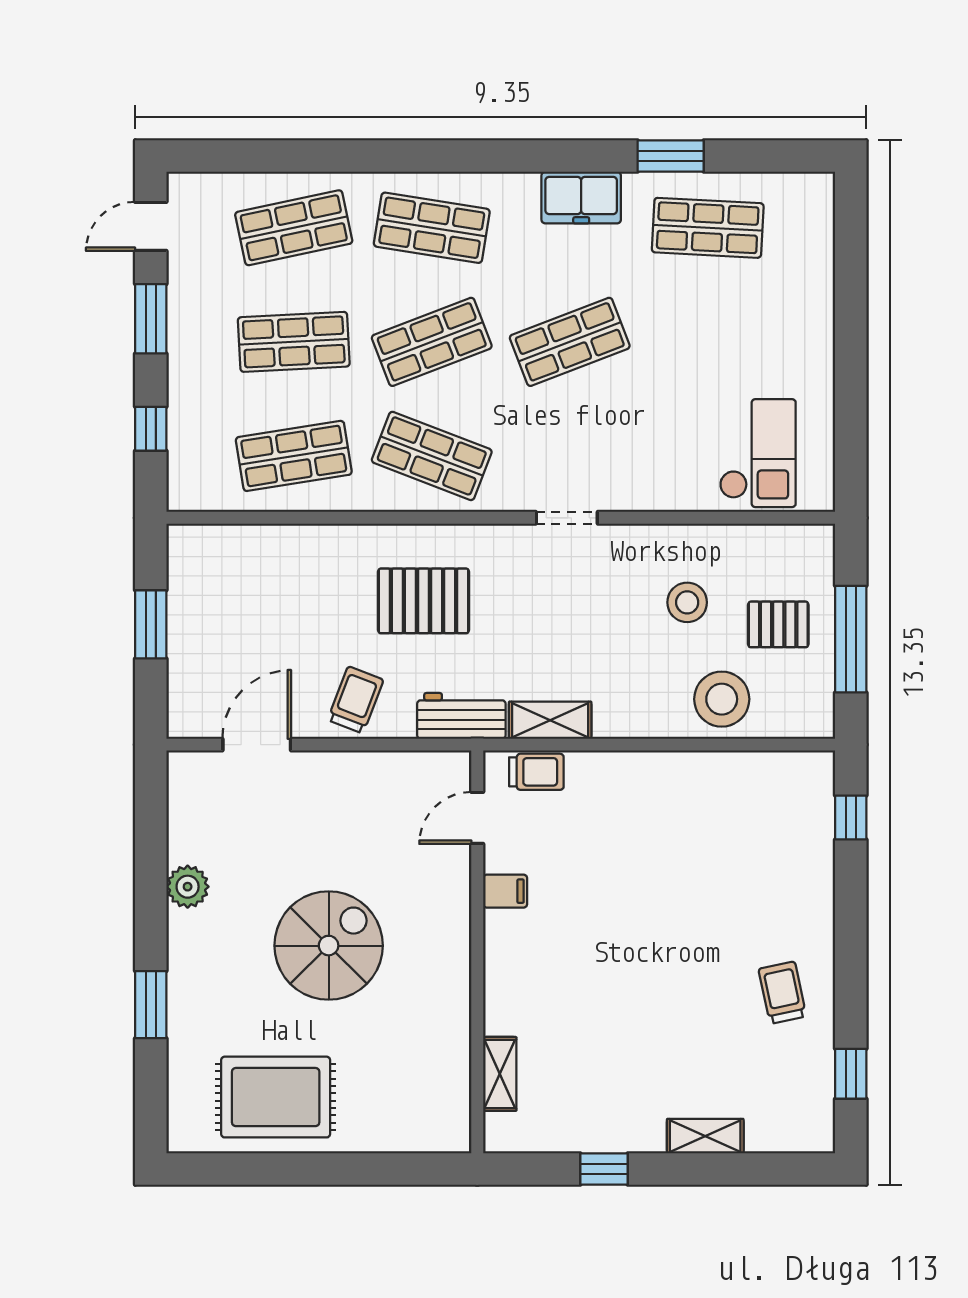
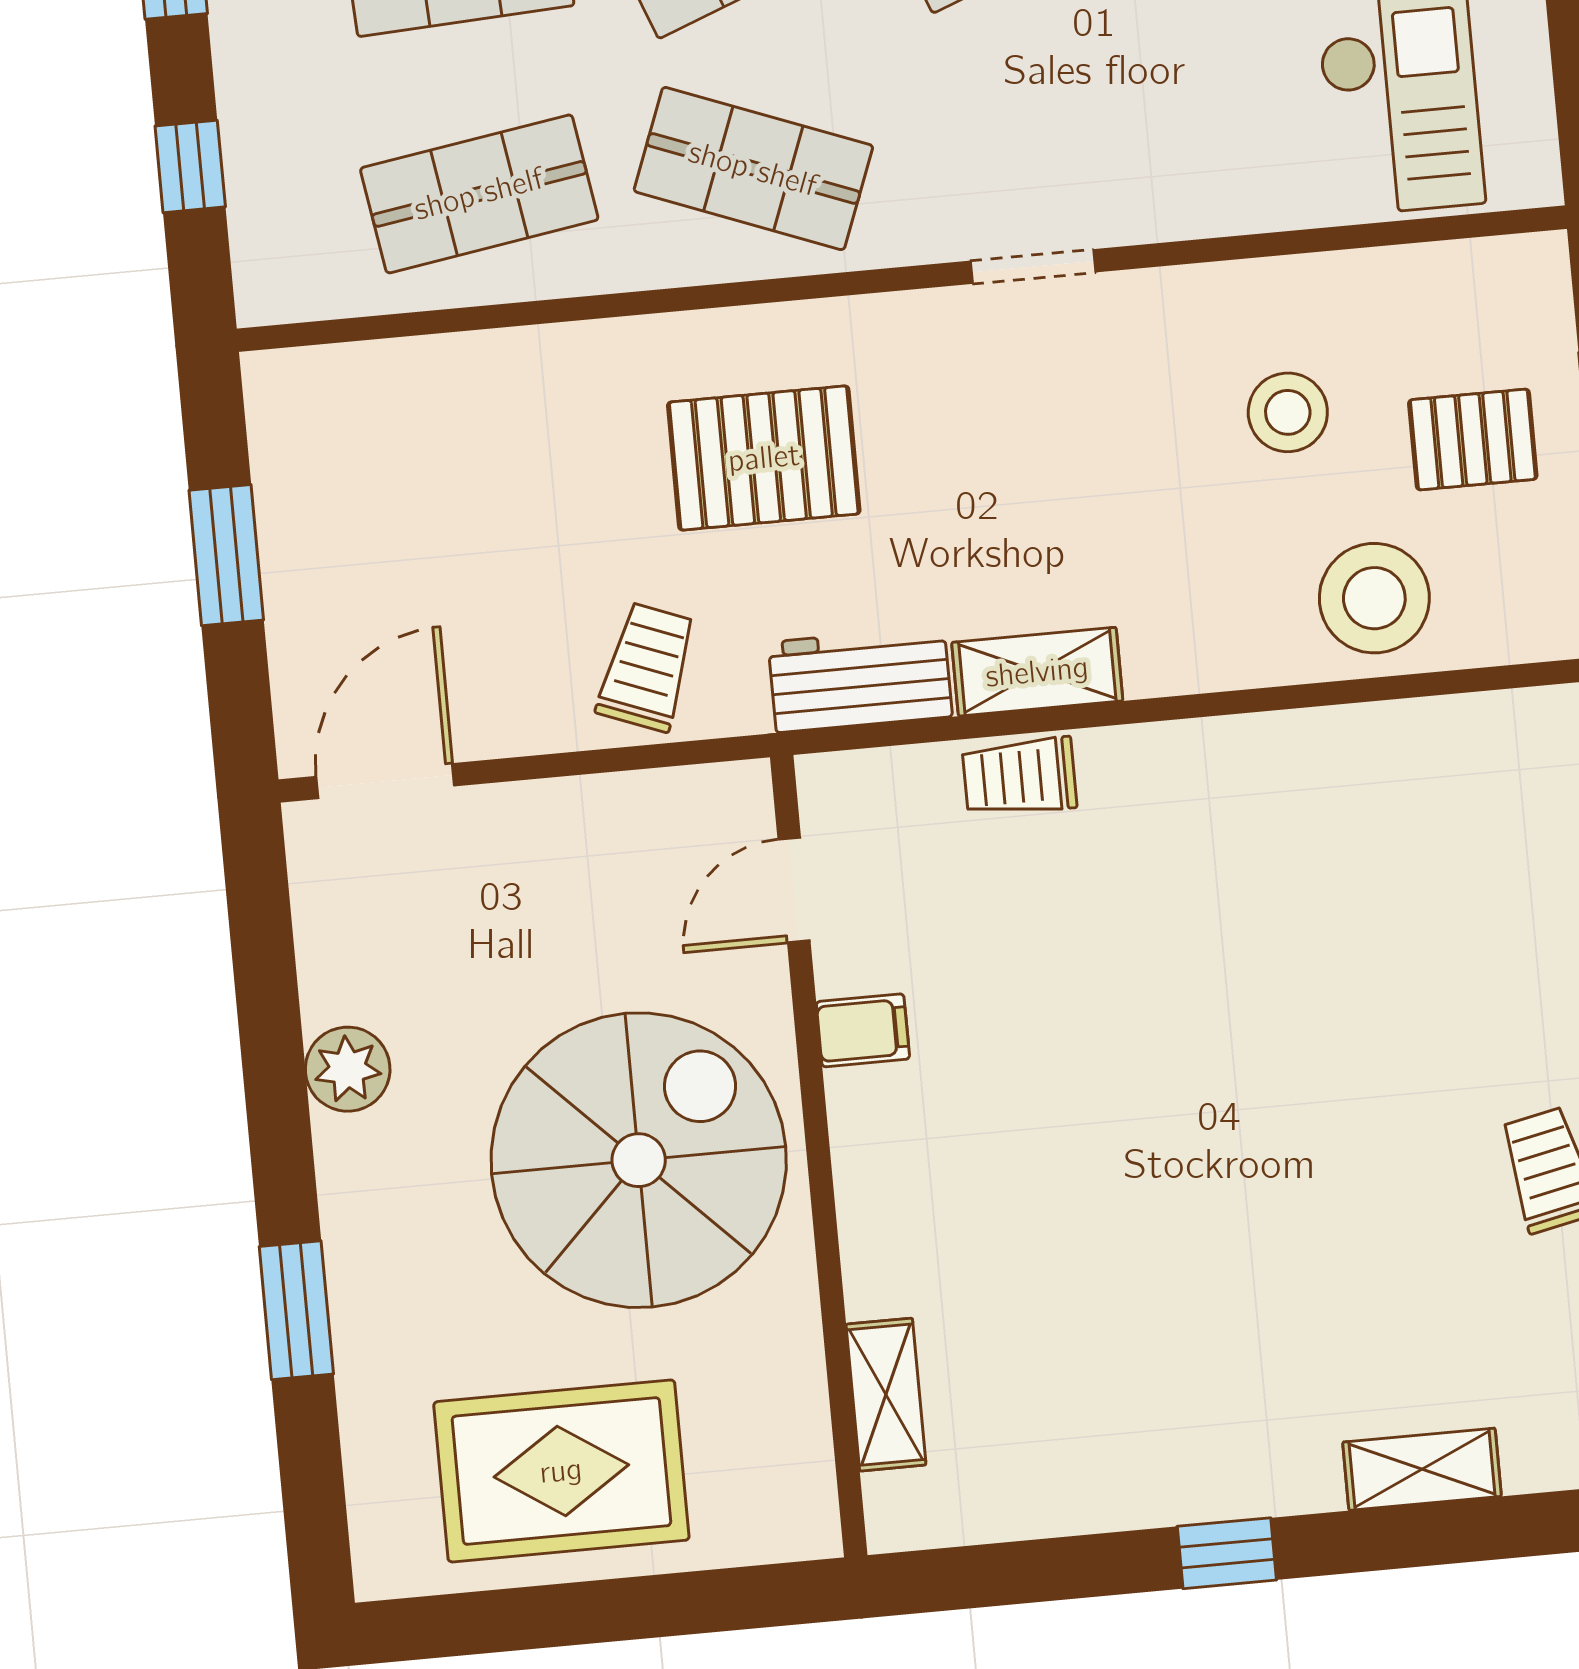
door: (257, 745) -> (385, 781), moved
trolley: (536, 772) -> (1019, 777), turned 180
door: (477, 818) -> (794, 890), moved
filing cabinet: (505, 891) -> (863, 1030), moved
spiral stairs: (329, 946) -> (639, 1160), width x1.37, depth x1.37
wall: (477, 952) -> (819, 1156), moved
shelving: (500, 1074) -> (886, 1395), moved

